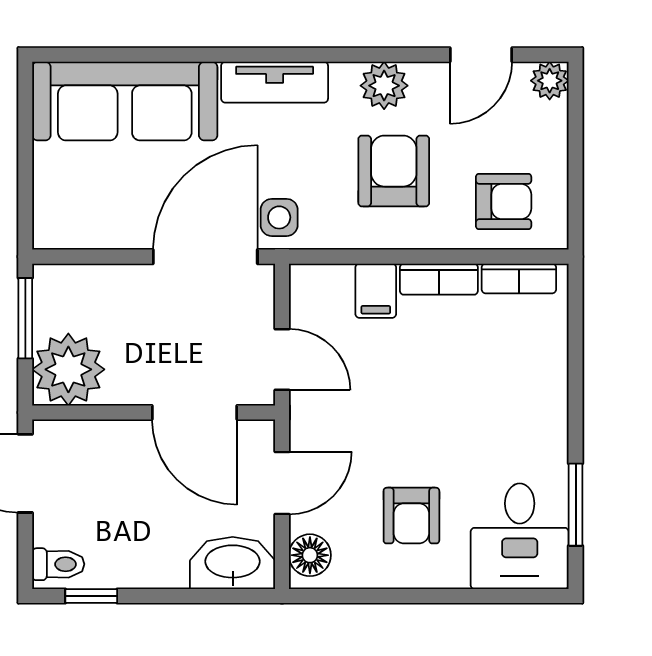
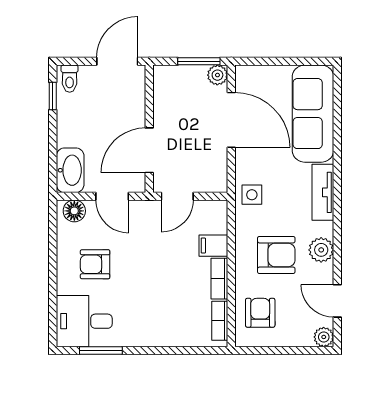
armchair: (504, 201) -> (260, 313), turned 180
door: (205, 257) -> (231, 120), moved
plant: (68, 369) -> (217, 75), moved, width x0.53, depth x0.53

